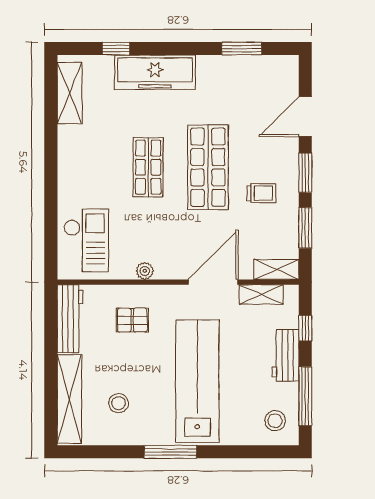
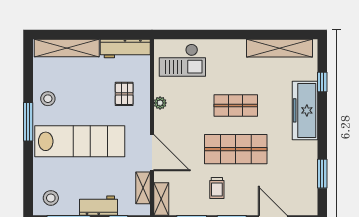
shelving: (70, 93) -> (279, 48), width x1.47
stool: (118, 403) -> (48, 99), moved

